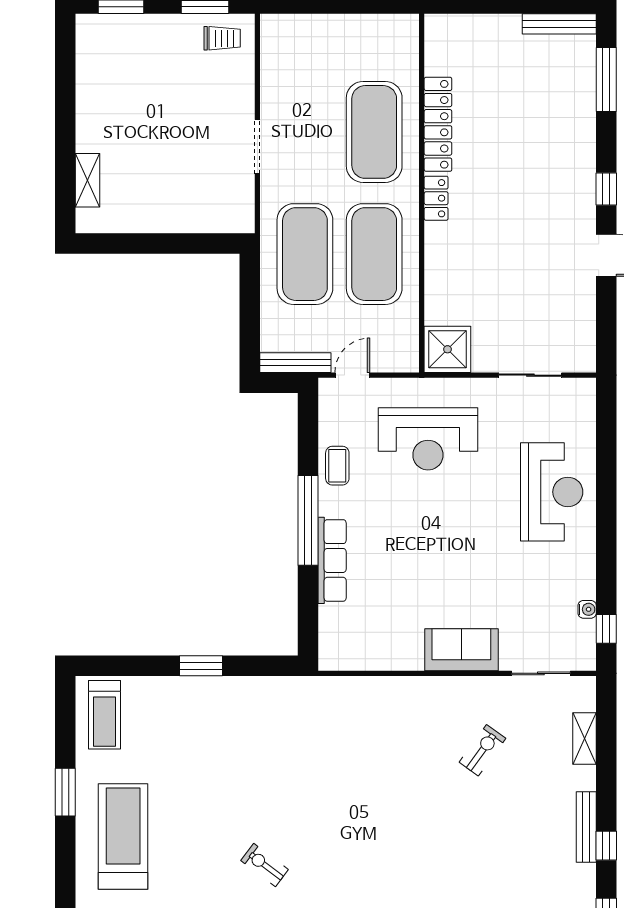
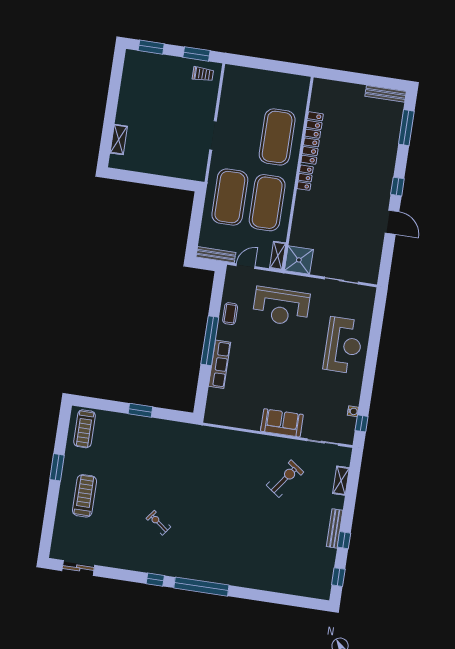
shelving: (408, 347) -> (278, 256), added
exercise bike: (482, 750) -> (285, 479), width x1.38, depth x1.39
treadmill: (123, 837) -> (85, 496), width x0.73, depth x0.73

